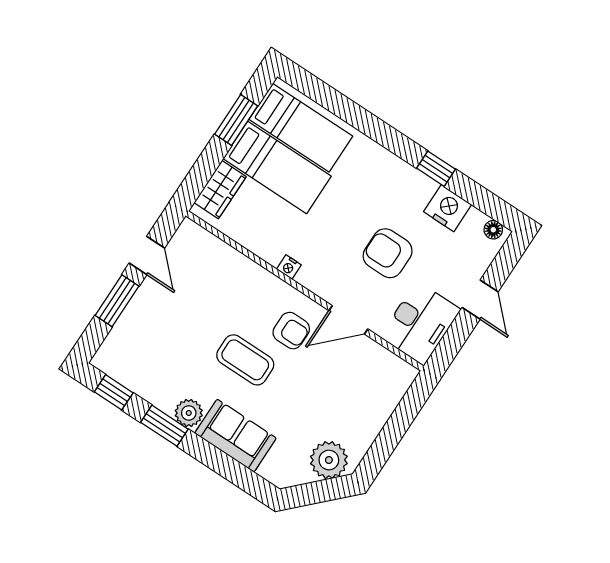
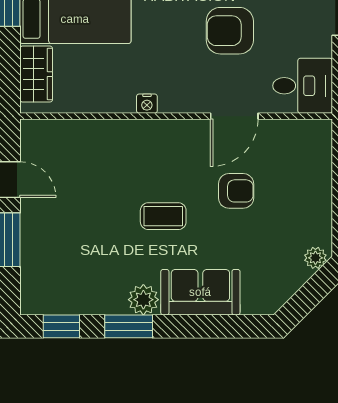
desk: (420, 323) -> (303, 86), width x0.73
armchair: (291, 331) -> (236, 191), moved
coffee table: (245, 360) -> (163, 216), width x0.73, depth x0.77
plant: (329, 460) -> (315, 258), width x0.53, depth x0.53

